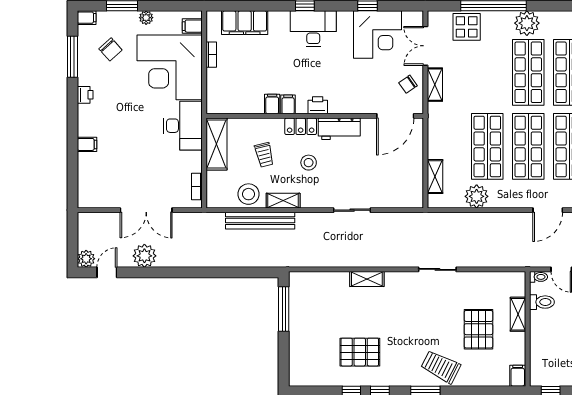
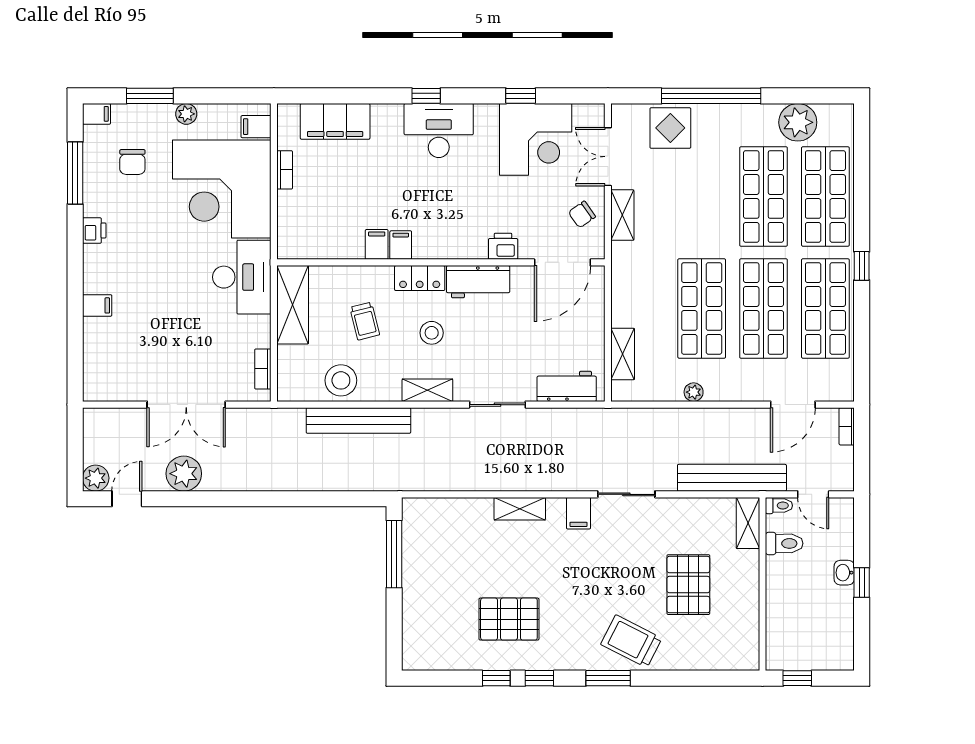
plant: (527, 23) -> (798, 122), moved
chair: (110, 49) -> (132, 162), turned 42
printer: (318, 105) -> (503, 246), moved
plant: (477, 196) -> (694, 392), width x0.53, depth x0.53
workbench: (398, 198) -> (567, 386), added
shelving: (283, 201) -> (427, 390), moved
bench: (507, 259) -> (732, 478), added
shelving: (518, 314) -> (748, 523), moved
filing cabinet: (518, 376) -> (579, 513), moved, turned 180

